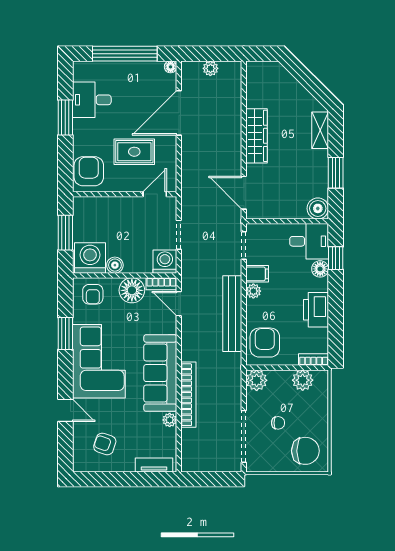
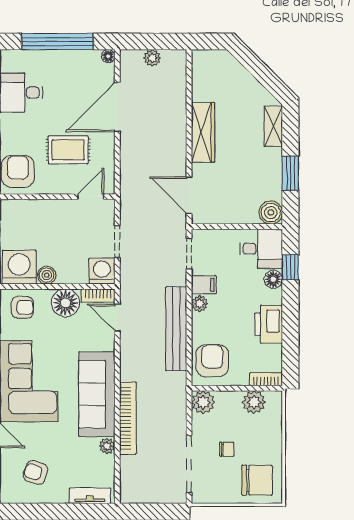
armchair: (93, 294) -> (22, 307), turned -90

